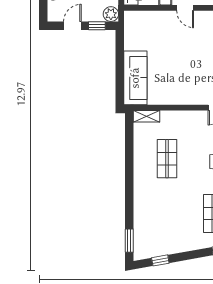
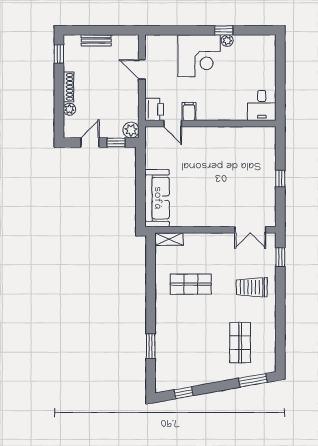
door: (185, 8) -> (173, 124), moved
shop shelf: (167, 159) -> (191, 284), turned 90
window: (129, 241) -> (151, 346), moved

